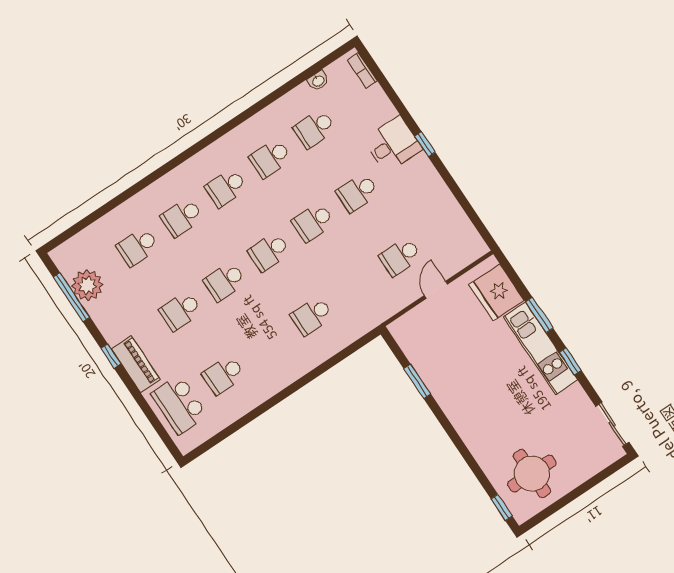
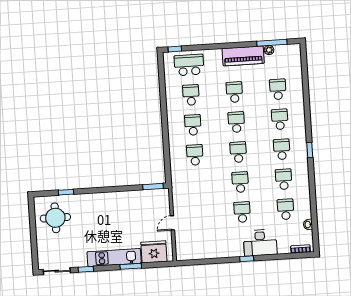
window: (202, 144) -> (310, 150), added
desk: (393, 144) -> (260, 243), width x1.37
school desk: (400, 257) -> (193, 125), moved
plant: (87, 285) -> (269, 50), width x0.53, depth x0.53
door: (436, 290) -> (172, 223), swing flipped
window: (111, 356) -> (175, 49), moved
window: (570, 361) -> (86, 269), moved
piano: (136, 364) -> (243, 56), moved, width x1.37, depth x1.33
window: (417, 381) -> (153, 187), moved
window: (502, 507) -> (66, 192), moved

